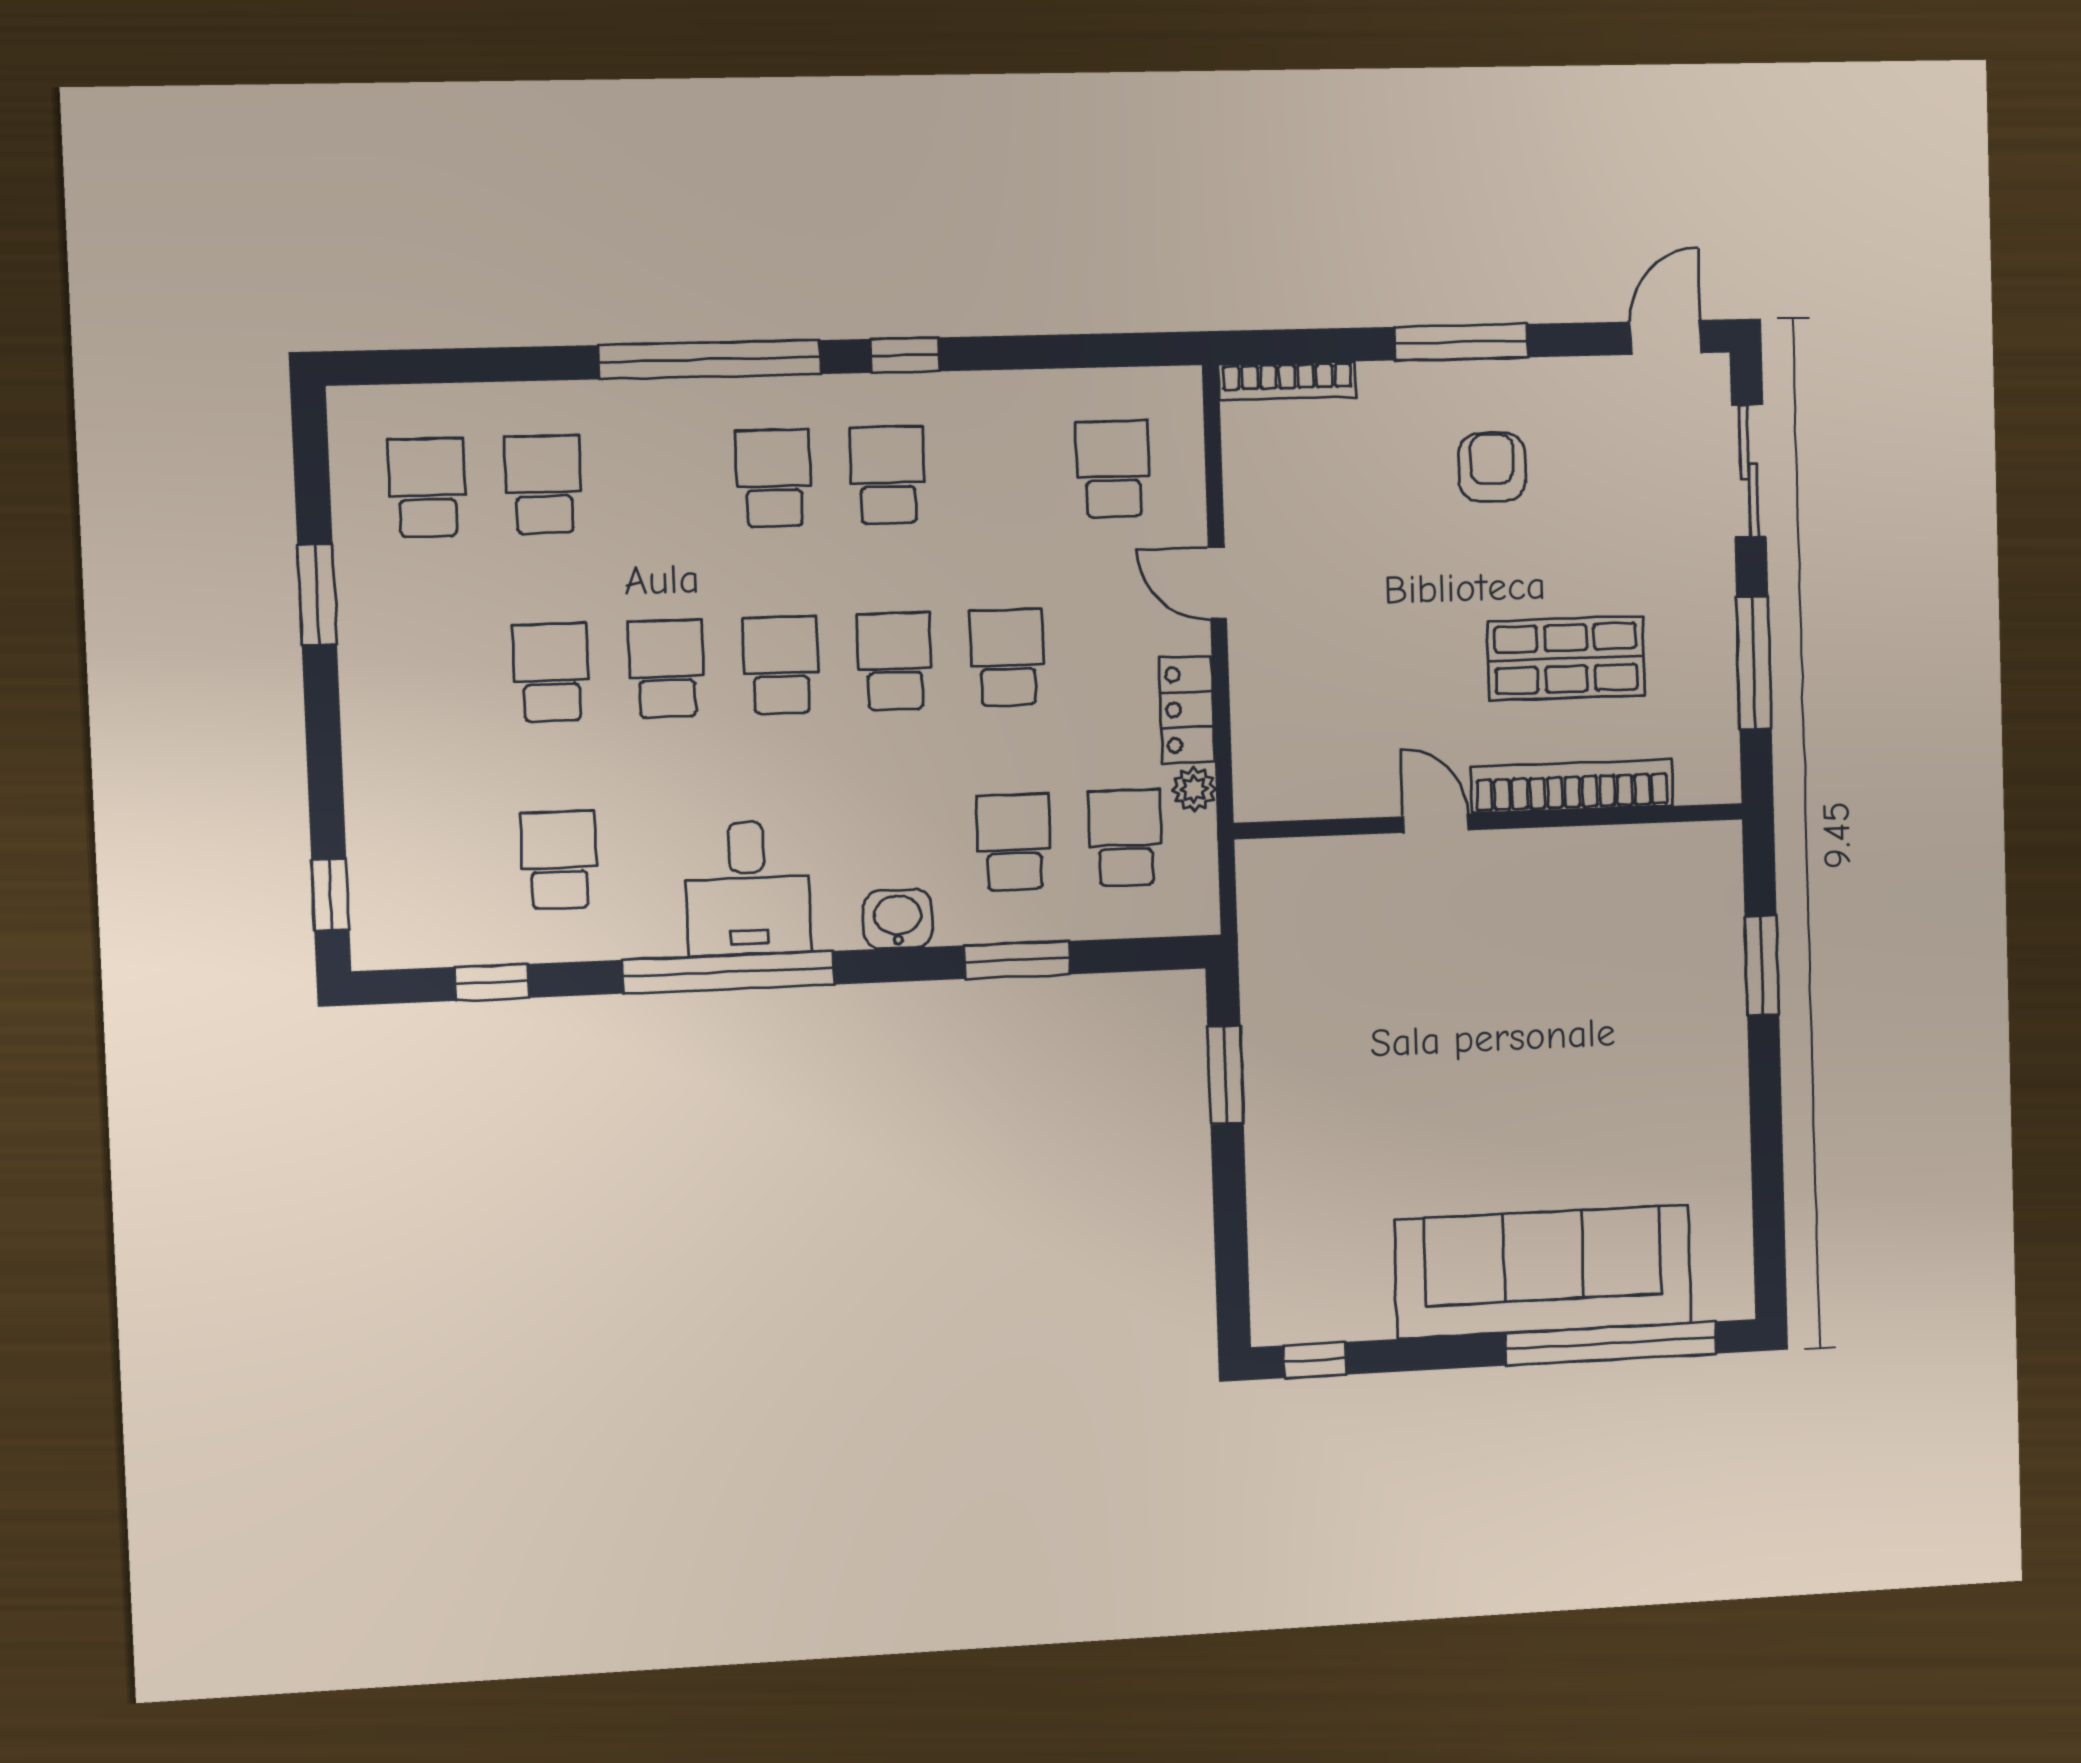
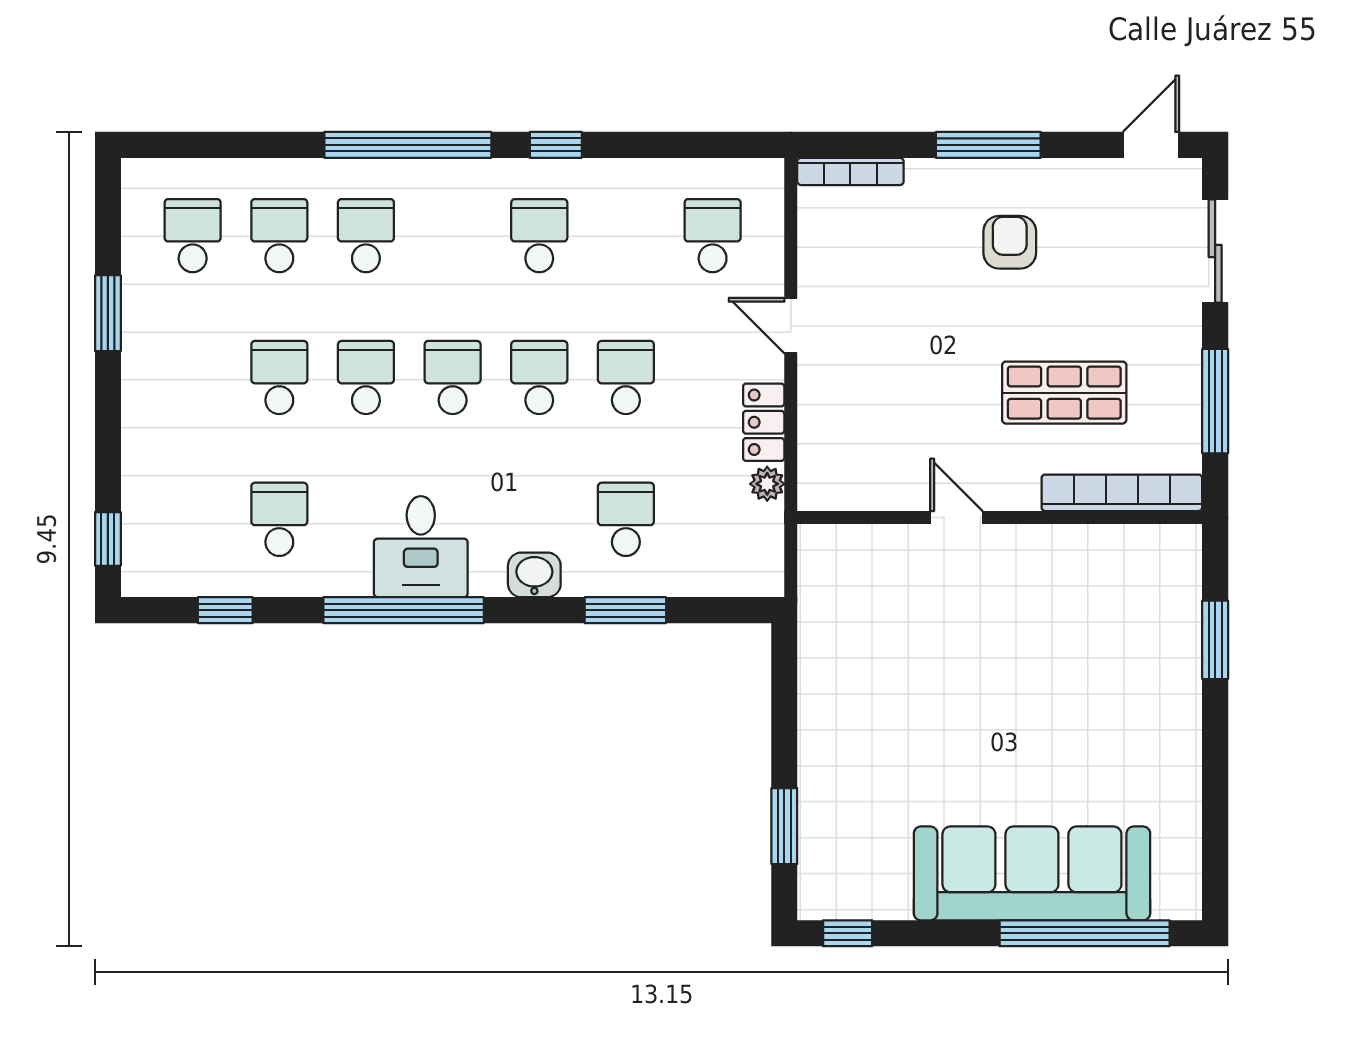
school desk: (774, 478) -> (366, 236), moved
bookcase: (1572, 786) -> (1122, 493), moved
school desk: (1126, 838) -> (713, 519), removed
window: (1225, 1075) -> (784, 826), moved

